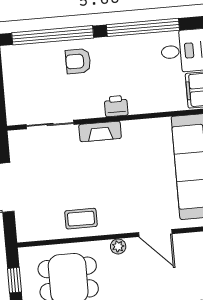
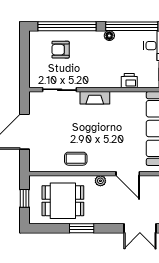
floor lamp: (113, 43) -> (109, 36), added
armchair: (78, 61) -> (61, 50), moved
printer: (116, 106) -> (129, 81), moved

